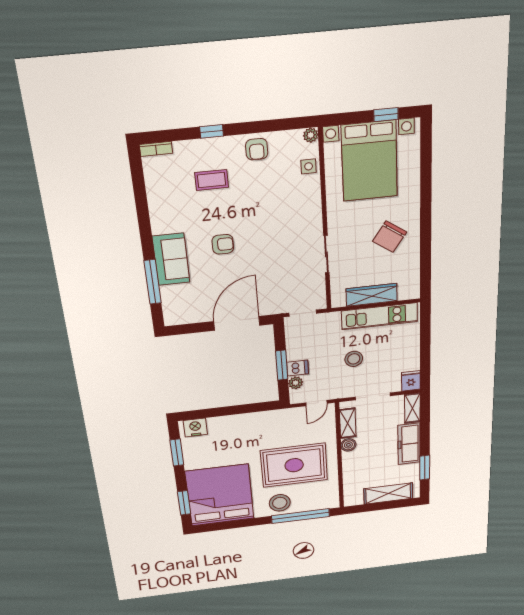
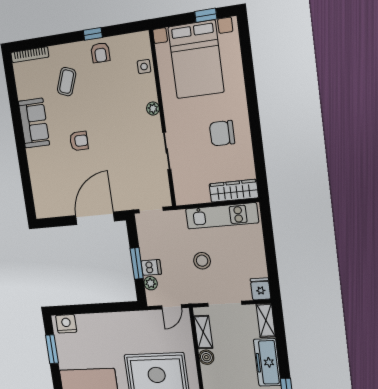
window: (212, 131) -> (93, 34), moved
plant: (311, 135) -> (153, 108), moved
bookcase: (156, 149) -> (30, 55), width x1.56
coffee table: (212, 180) -> (67, 82), turned -69
chair: (390, 237) -> (222, 133), turned 55
sofa: (171, 259) -> (34, 123), moved
window: (153, 282) -> (25, 176), removed
wardrobe: (372, 295) -> (234, 191), moved

